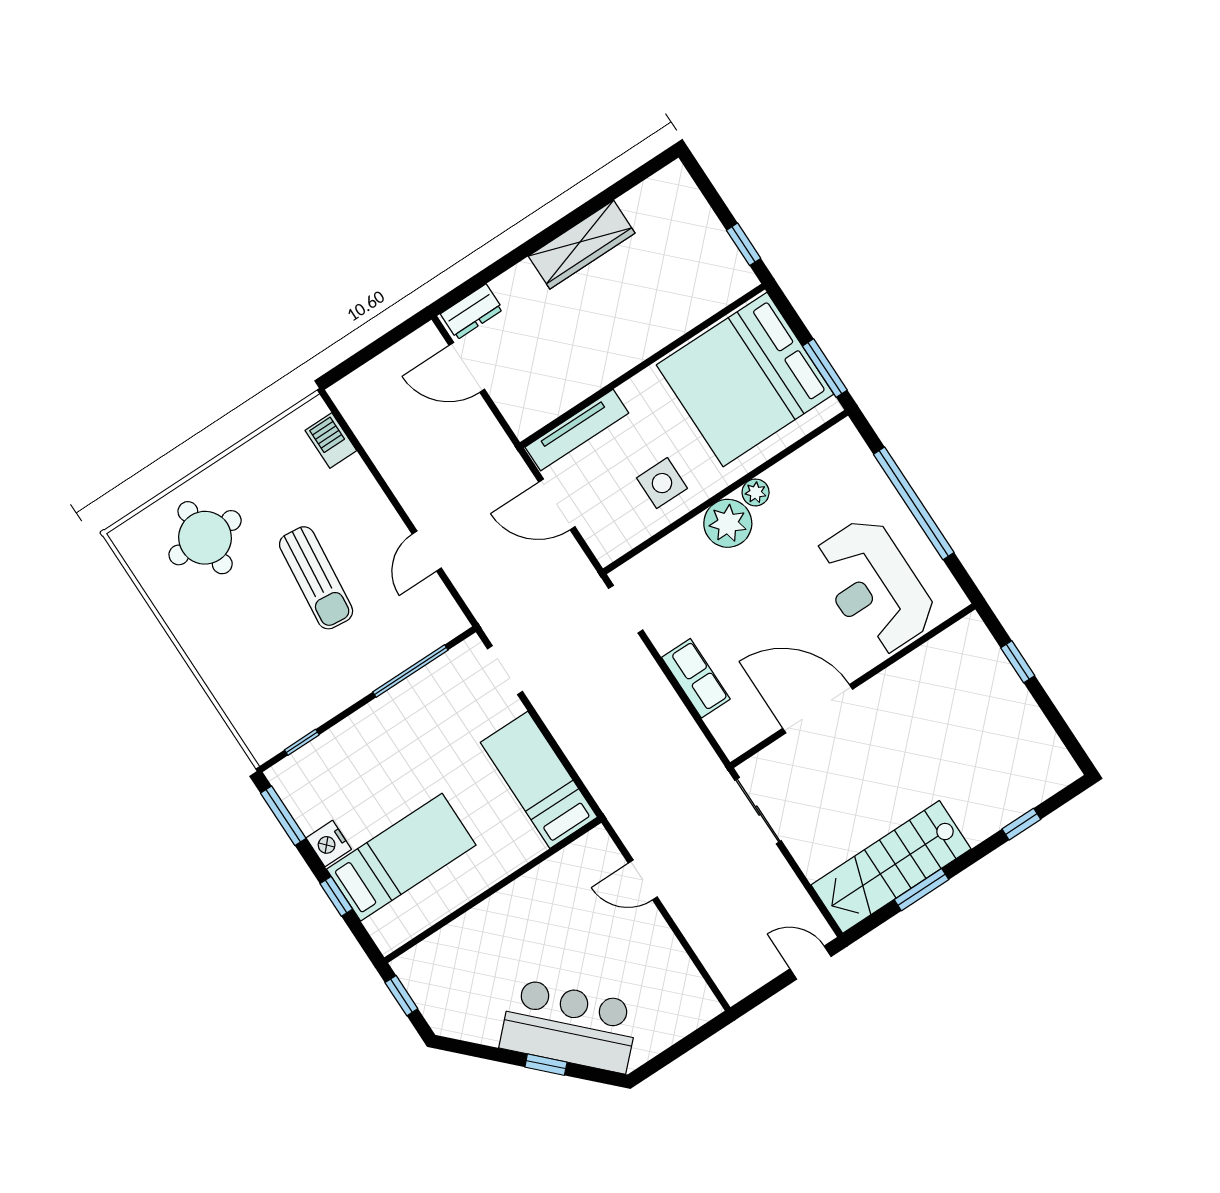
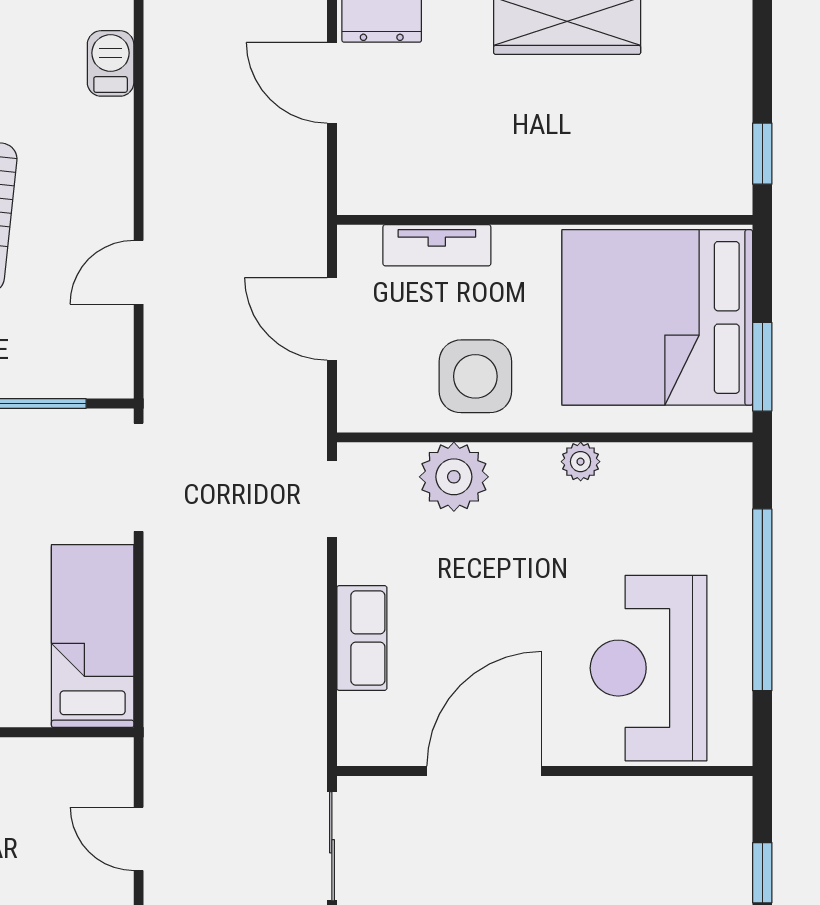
tv unit: (577, 430) -> (437, 245), width x0.71
side table: (662, 483) -> (475, 376), width x1.37, depth x1.37
plant: (728, 523) -> (454, 477), moved
doorway: (505, 670) -> (139, 477), width x1.38
door: (818, 709) -> (484, 771), hinge flipped

